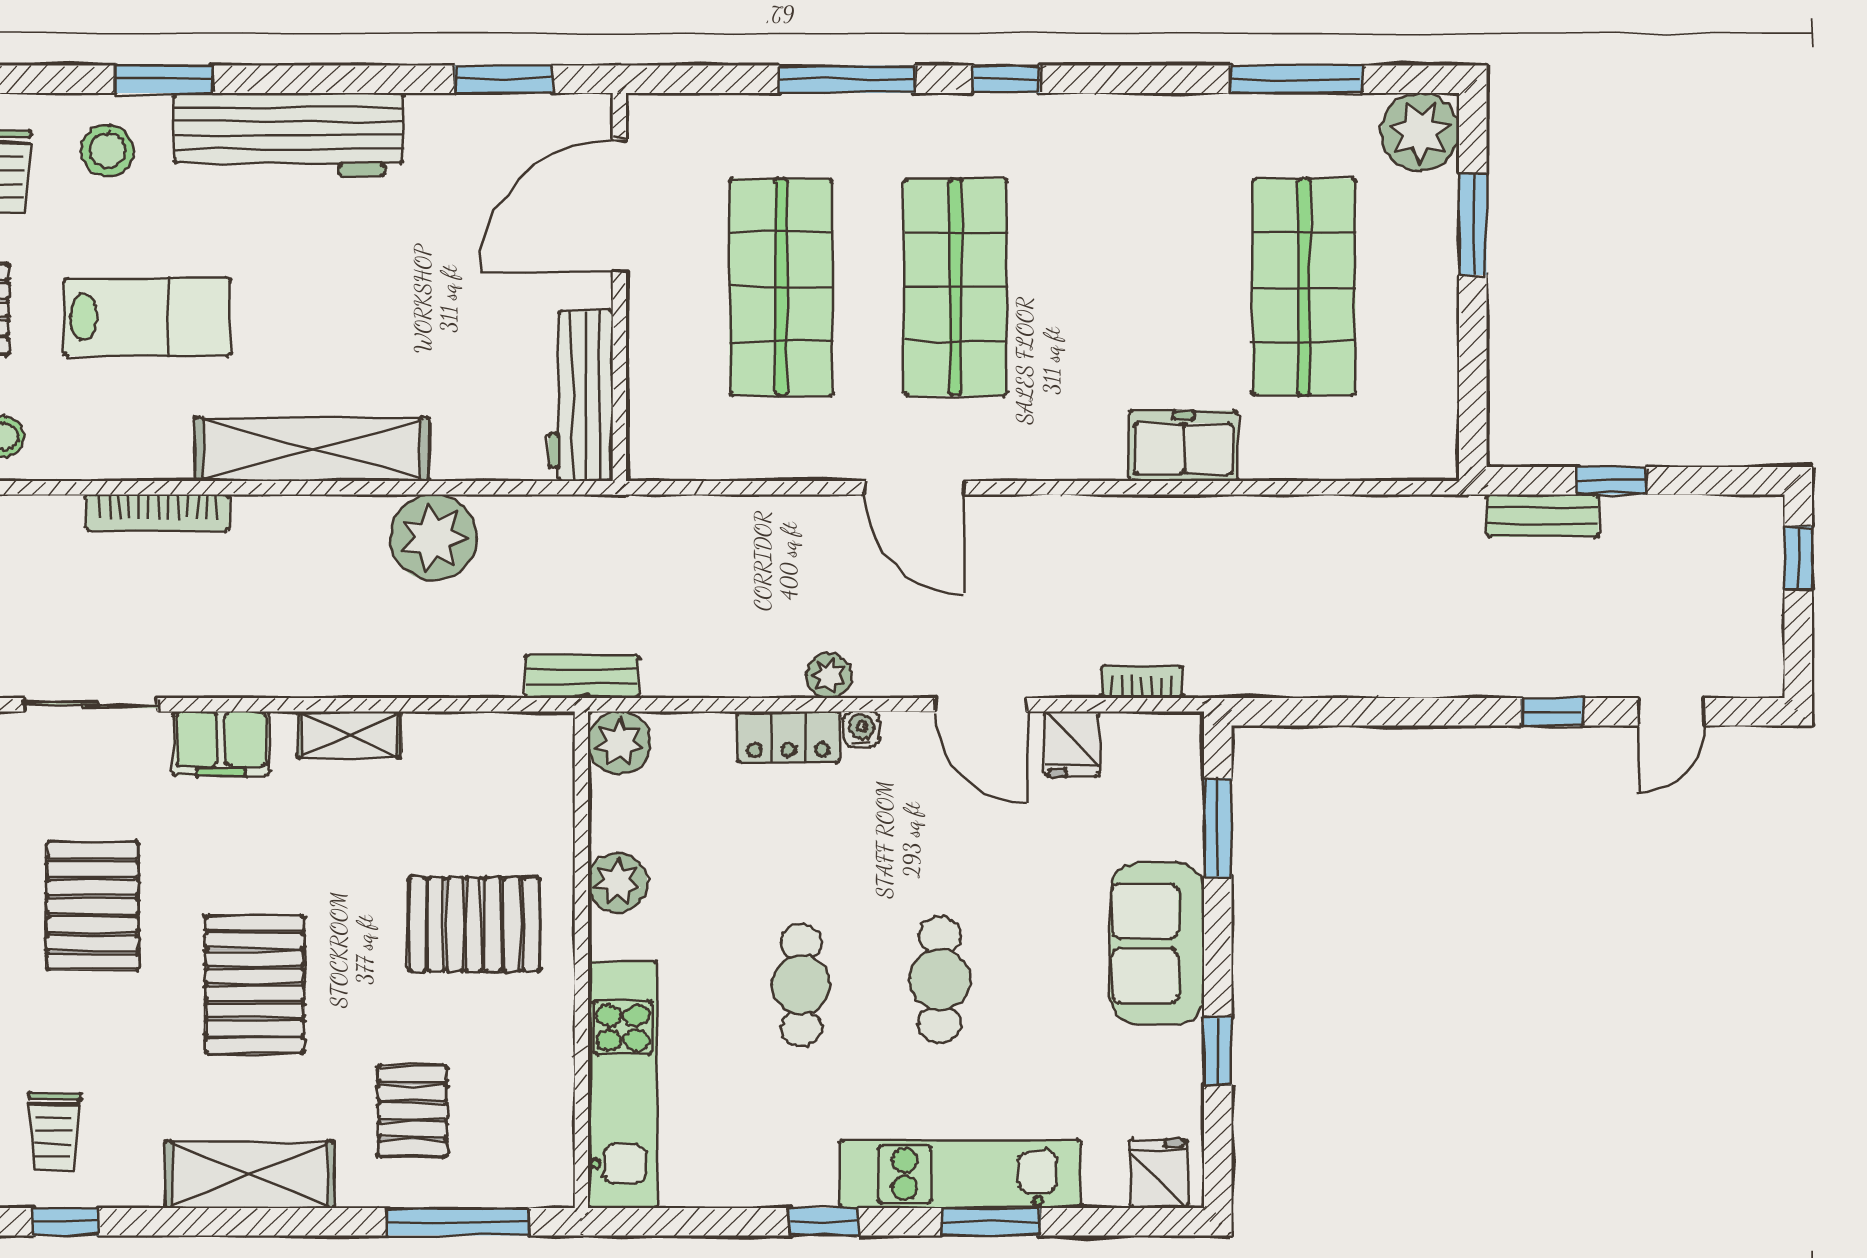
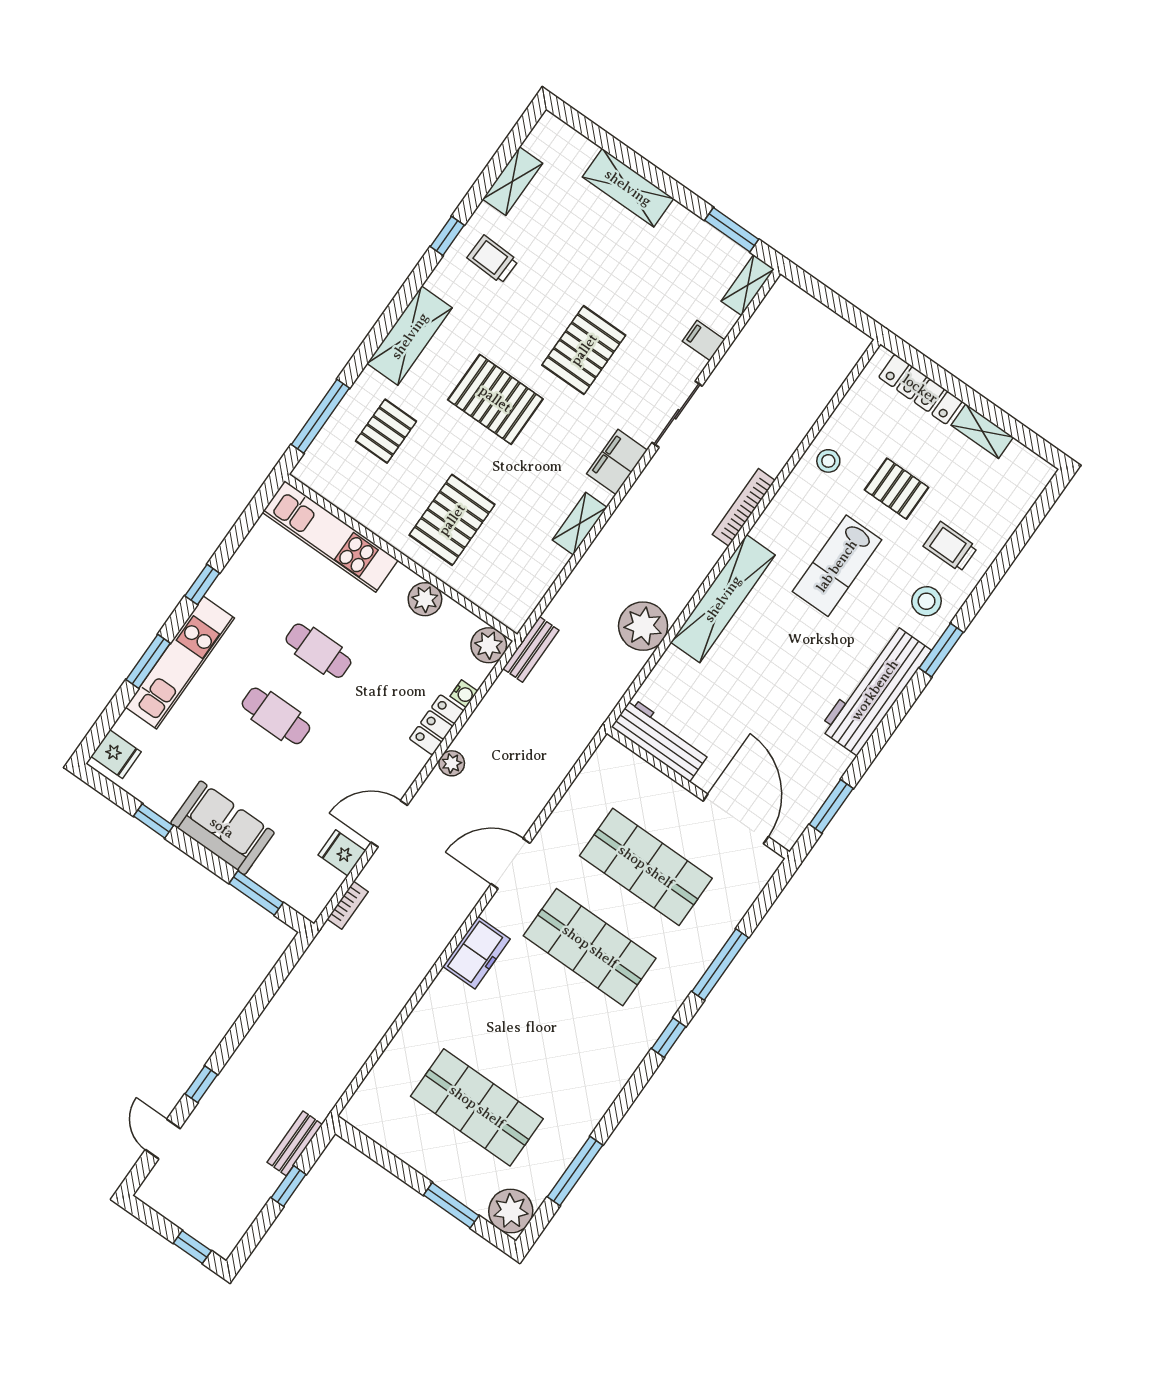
freezer: (1184, 446) -> (476, 953), moved
water cooler: (862, 729) -> (464, 694), moved
pallet: (92, 906) -> (584, 350), turned 90
pallet: (413, 1111) -> (386, 431), turned 90

